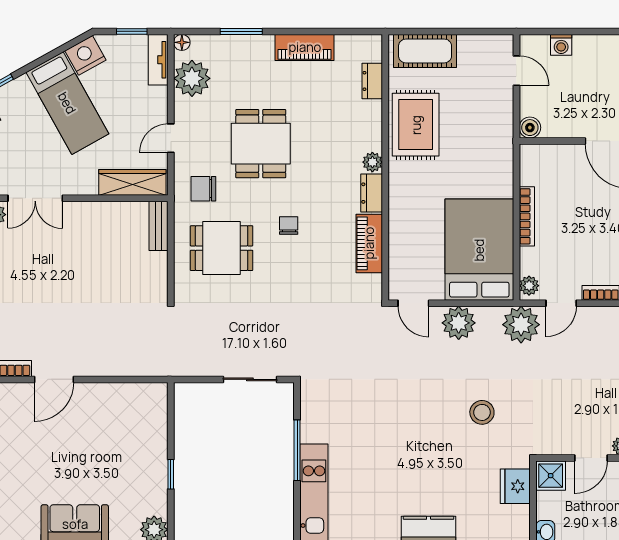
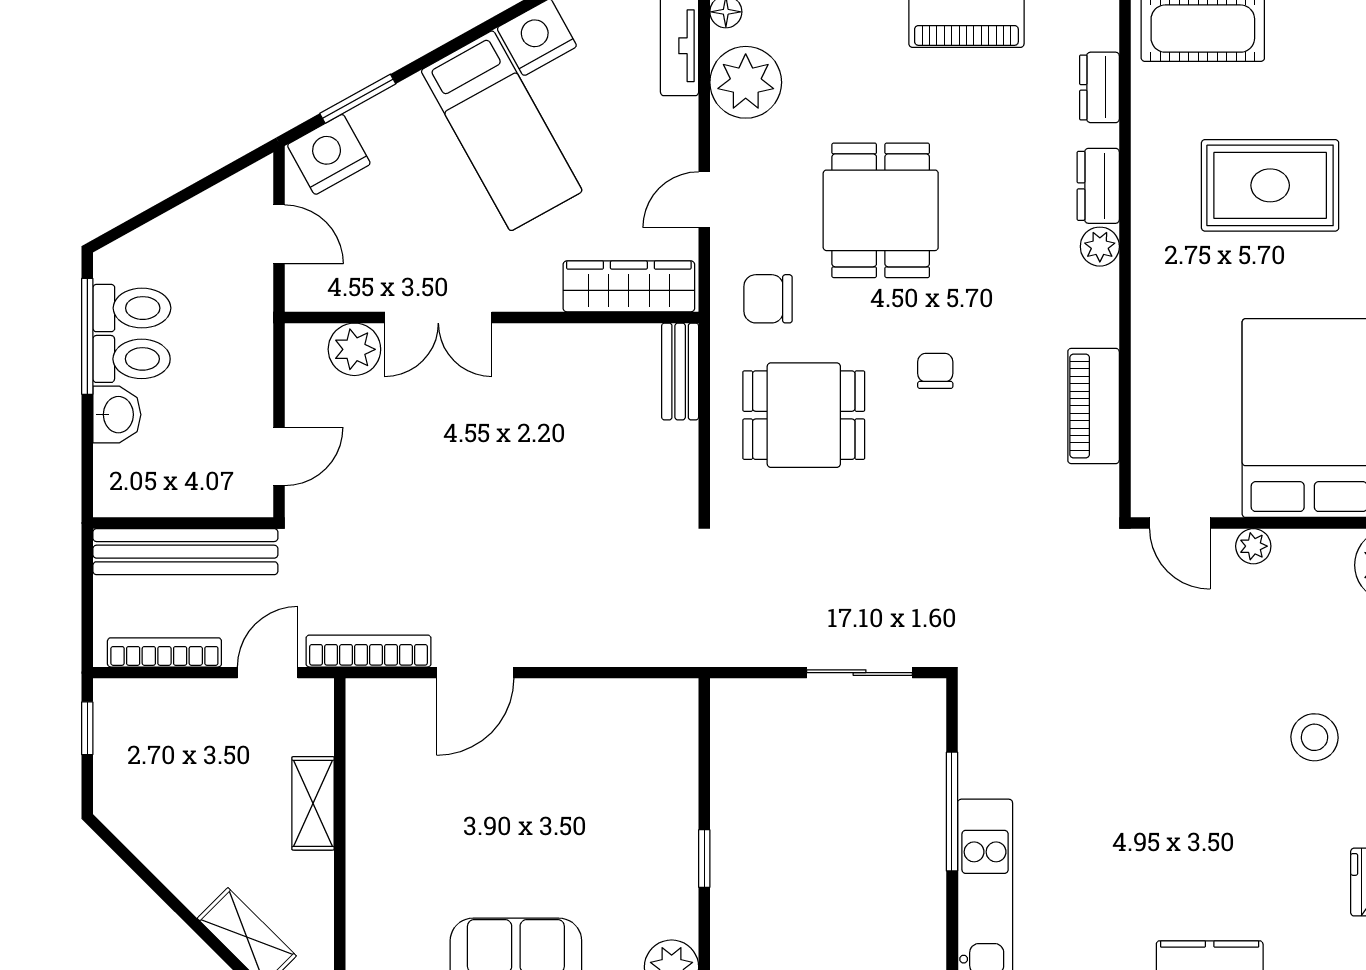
rug: (416, 125) -> (1270, 185), moved, turned 90
dresser: (372, 193) -> (1098, 186), moved
plant: (459, 323) -> (1253, 546), width x0.53, depth x0.53

